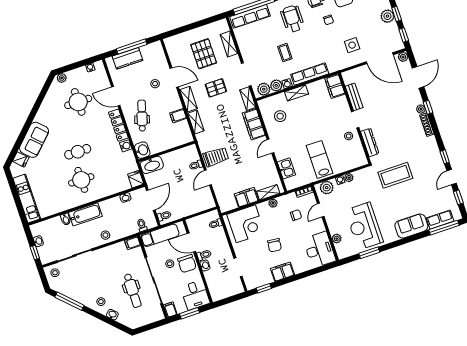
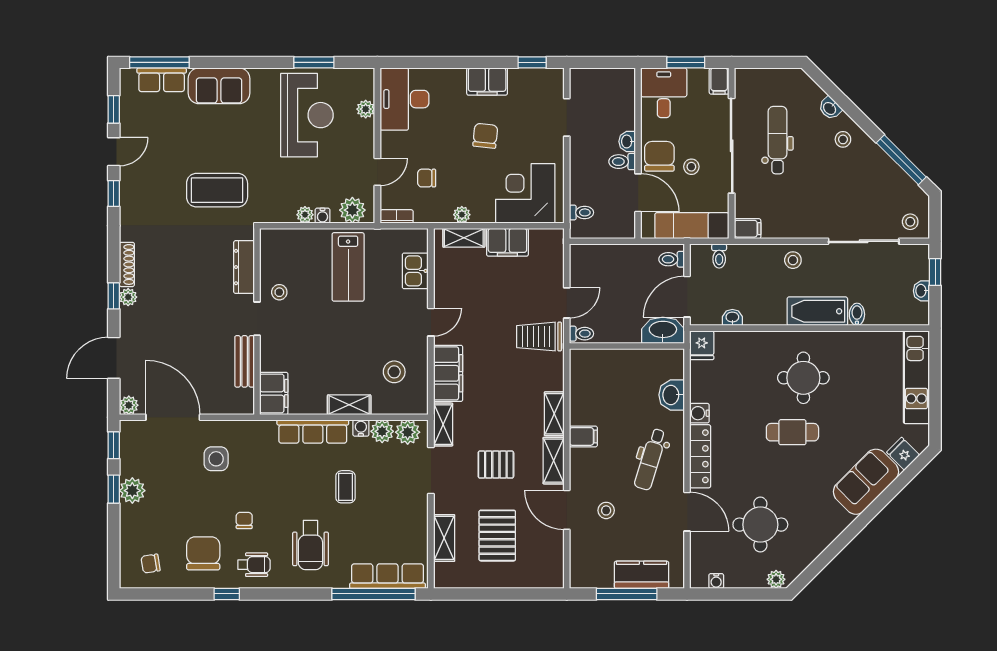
wall: (167, 151) -> (627, 346), moved
washbasin: (152, 165) -> (663, 330), moved

